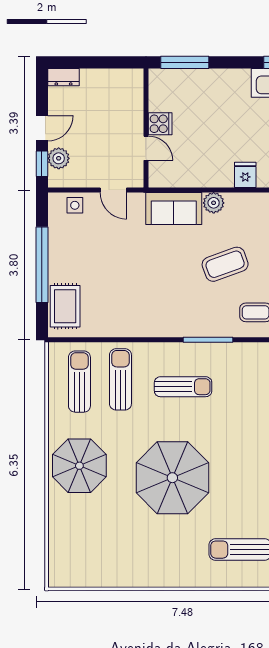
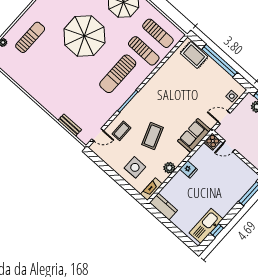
cooker: (160, 124) -> (212, 142), moved
fridge: (245, 175) -> (189, 169), moved
plant: (214, 203) -> (169, 168), moved
sun lounger: (183, 387) -> (118, 74), width x1.36, depth x1.34

